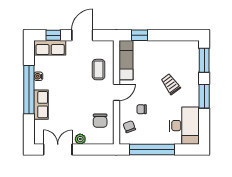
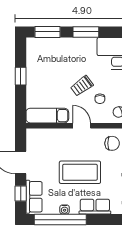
window: (140, 35) -> (21, 76), moved
coffee table: (99, 70) -> (80, 172), moved, width x1.86, depth x1.72
trolley: (171, 84) -> (82, 86), moved
window: (29, 90) -> (60, 220), moved

